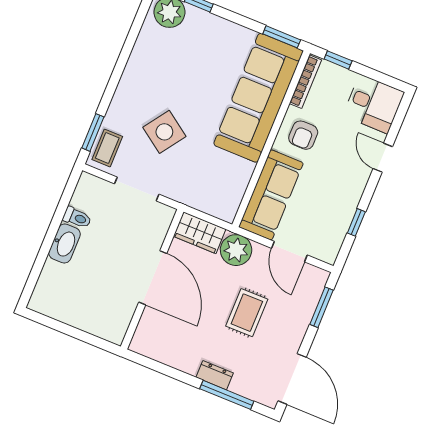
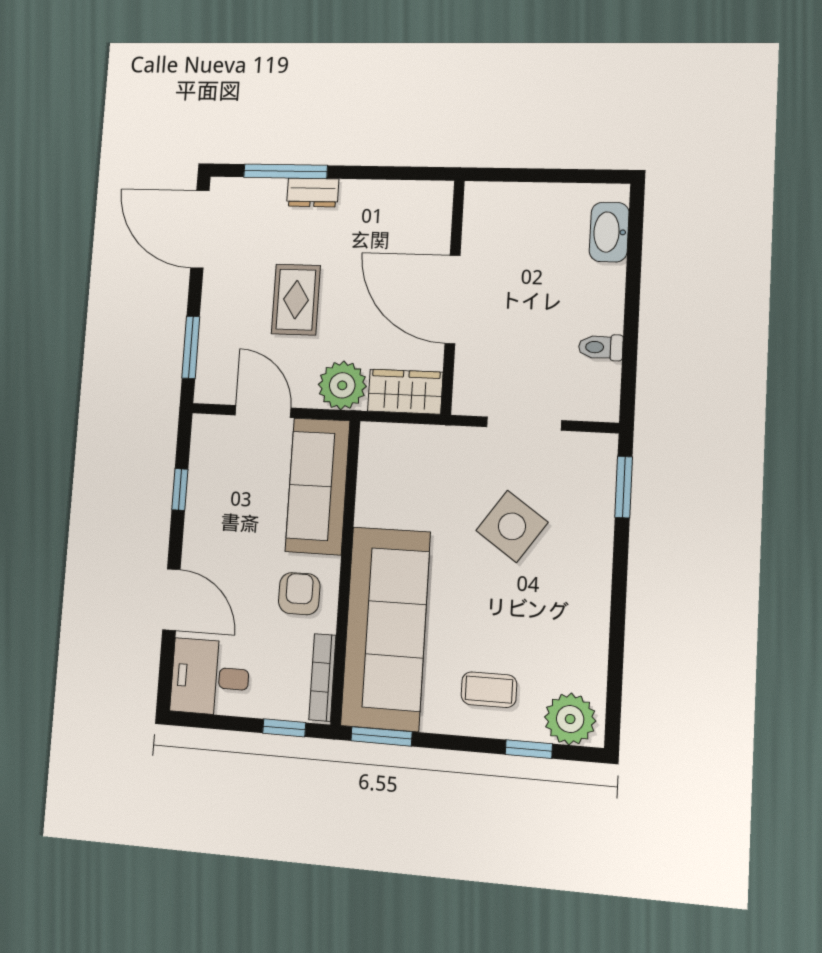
coffee table: (107, 148) -> (489, 690), moved, turned 90
door: (383, 158) -> (171, 600), width x1.37
washbasin: (65, 243) -> (609, 232), moved

